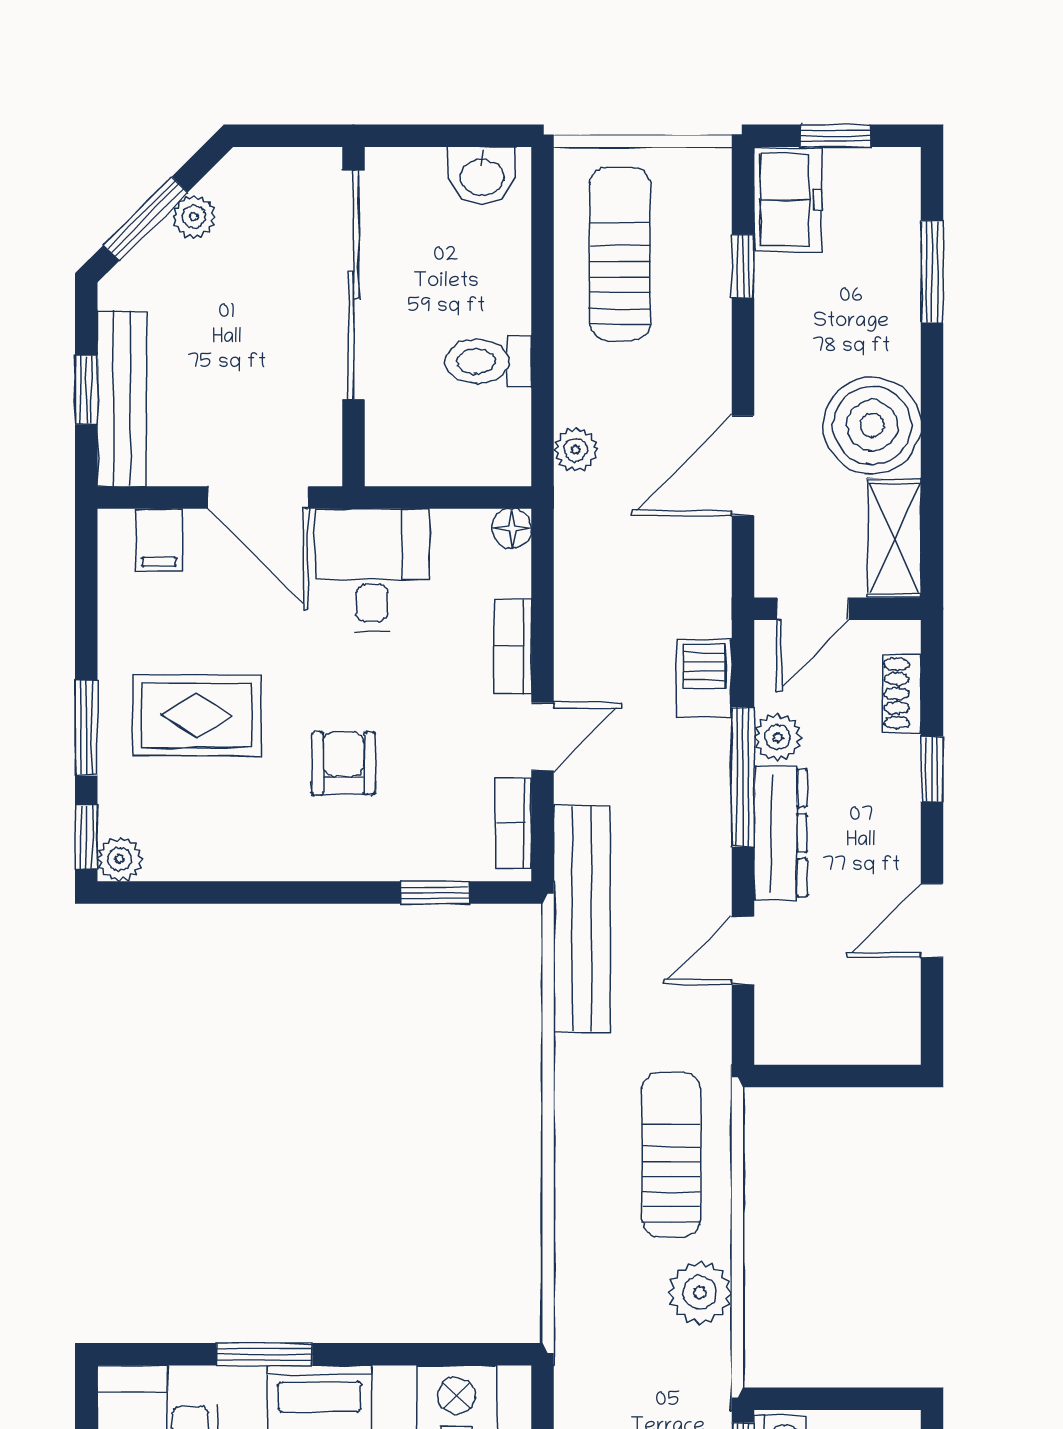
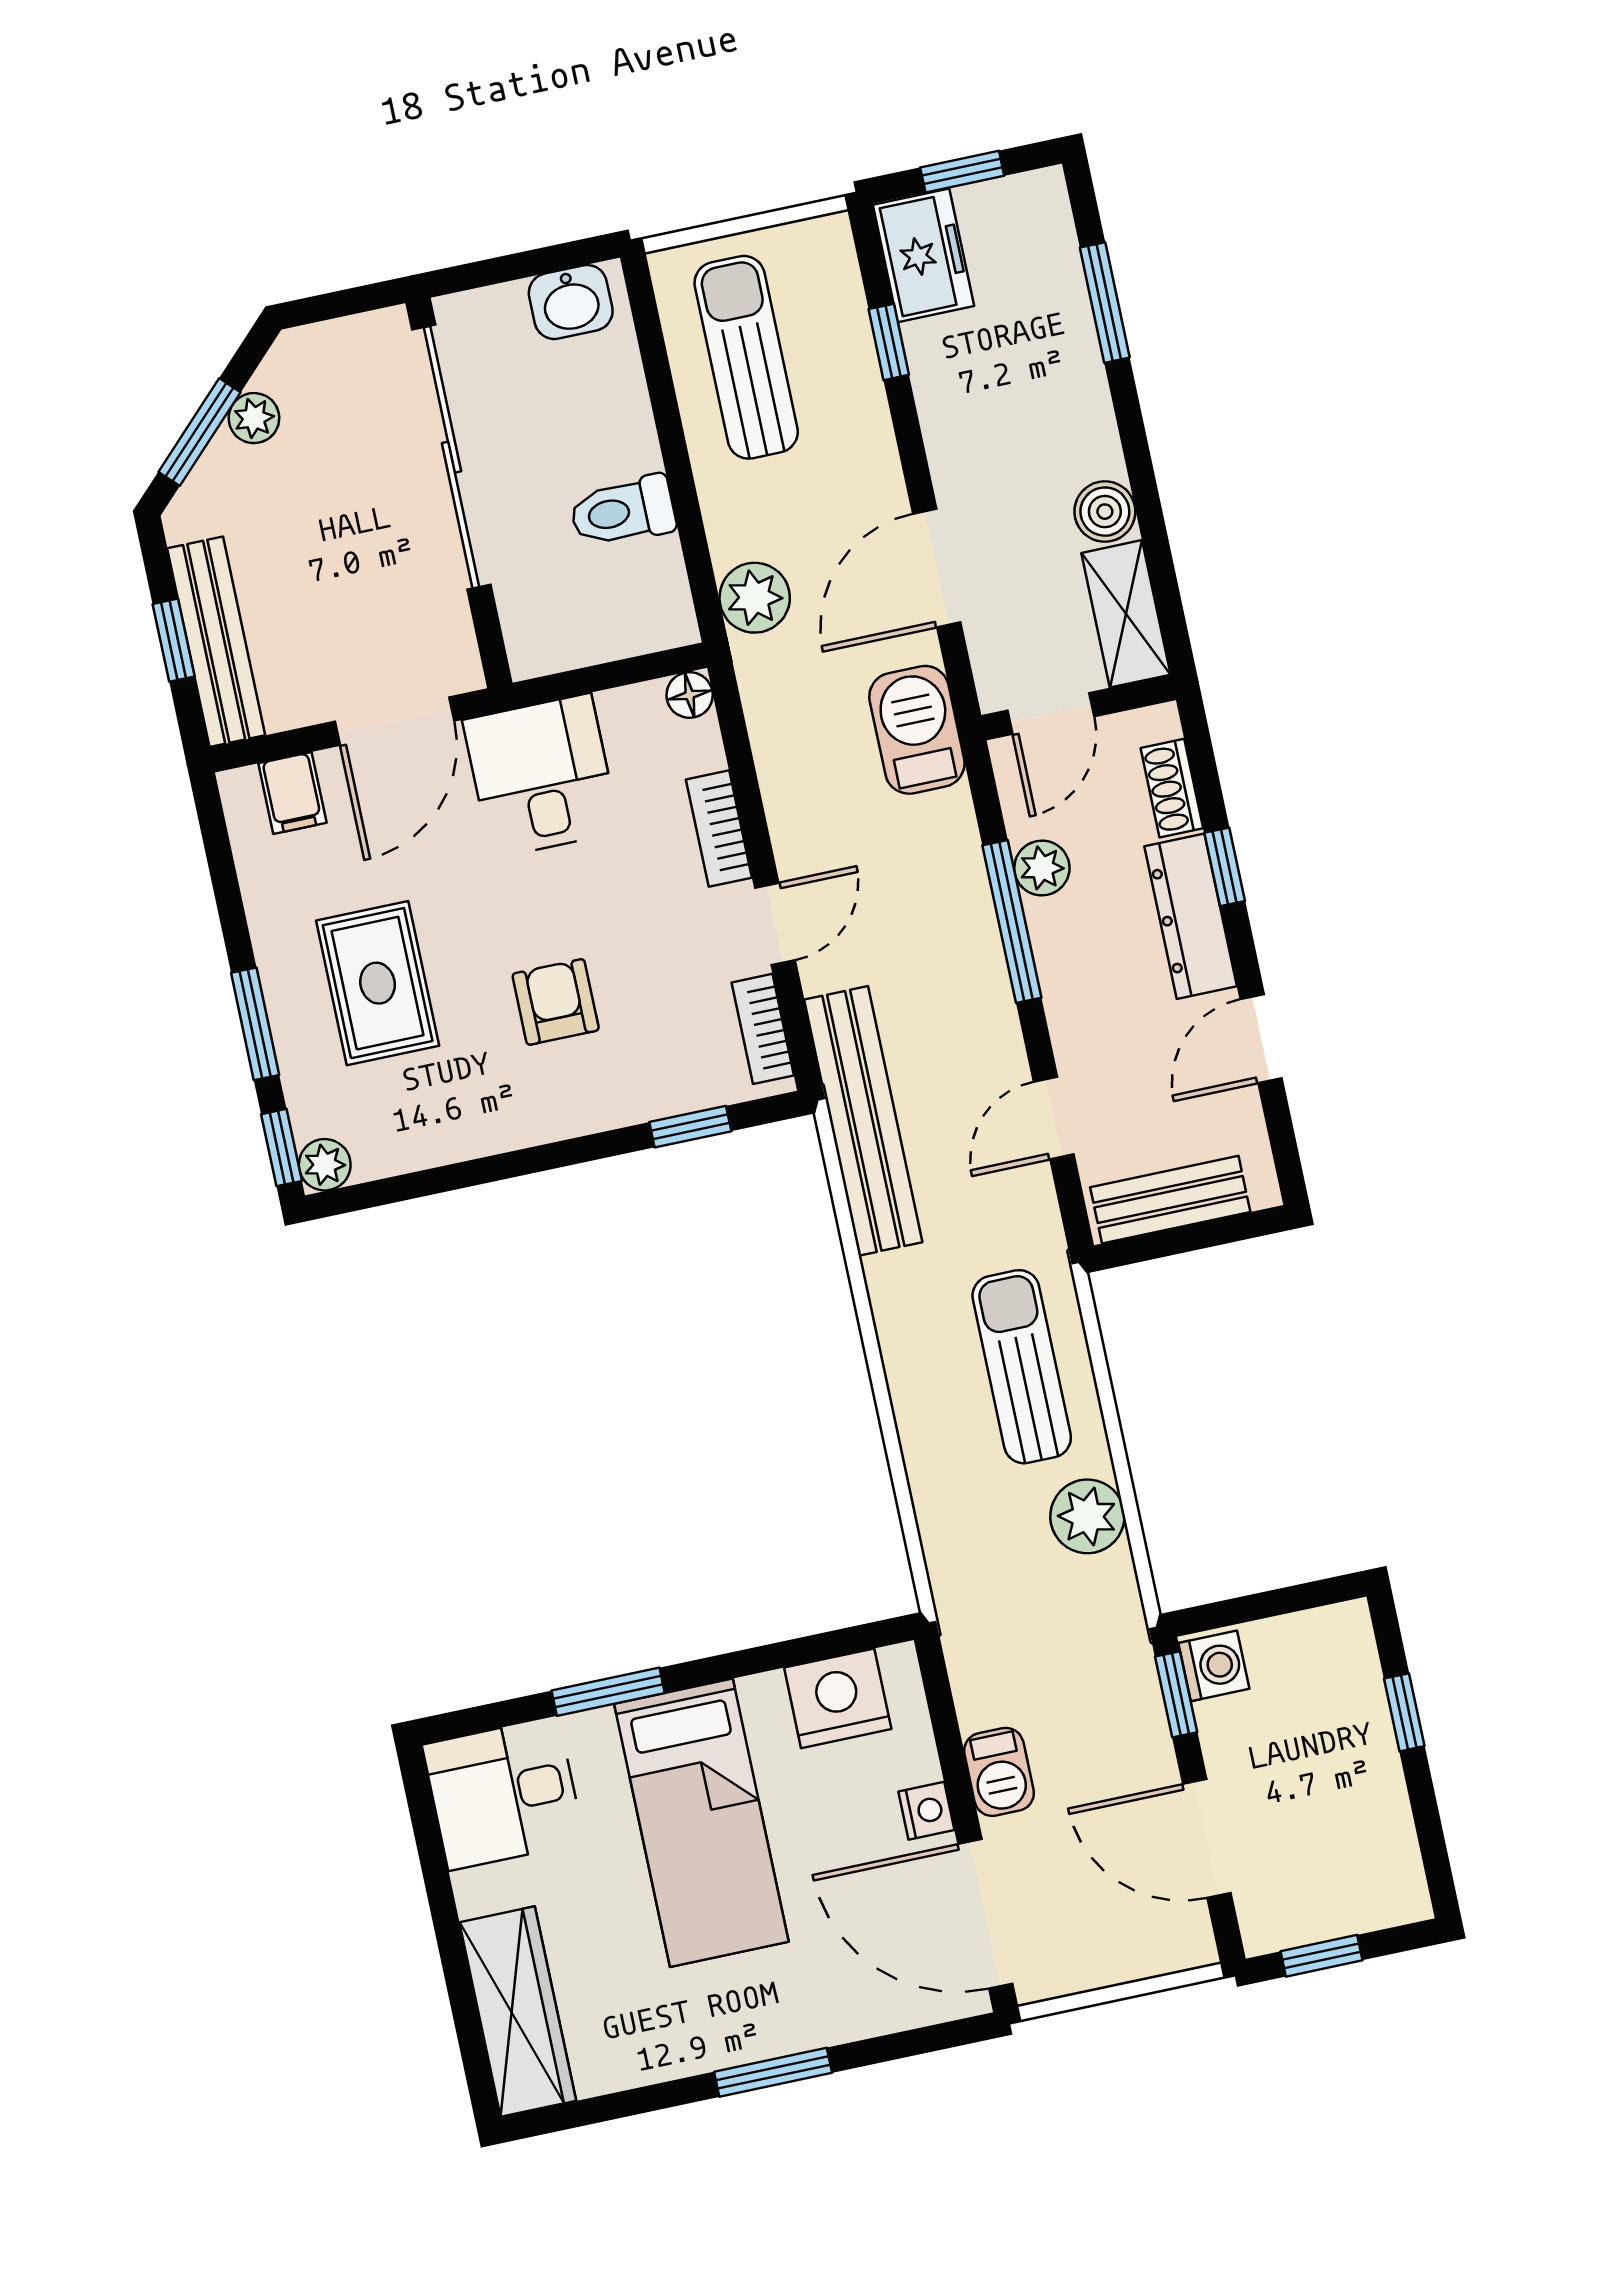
boiler: (872, 425) -> (1105, 512), width x0.54, depth x0.54
plant: (576, 450) -> (755, 598), width x1.38, depth x1.38
door: (258, 497) -> (395, 721), hinge flipped
barbecue: (704, 678) -> (917, 730), moved, width x1.38, depth x1.27
rug: (197, 715) -> (378, 983), turned 90
dresser: (780, 833) -> (1191, 916), moved, turned 180
bench: (827, 1040) -> (1170, 1200), added

